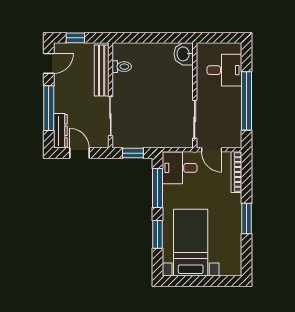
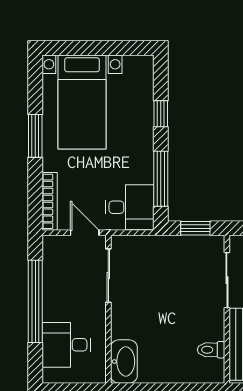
washbasin: (184, 54) -> (124, 362), width x1.38
window: (157, 234) -> (161, 114), width x0.67
bed with nightstands: (191, 243) -> (82, 102), moved

